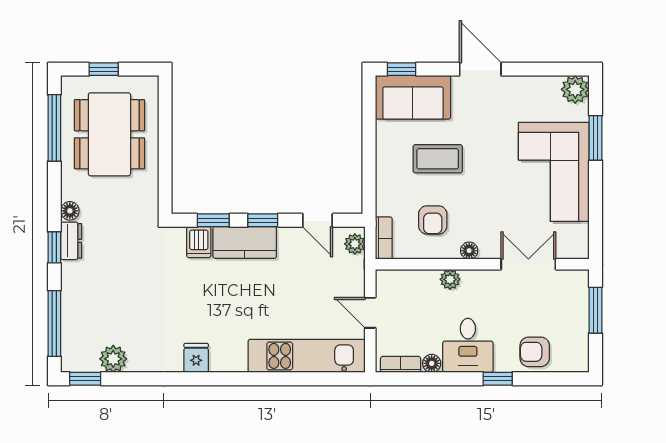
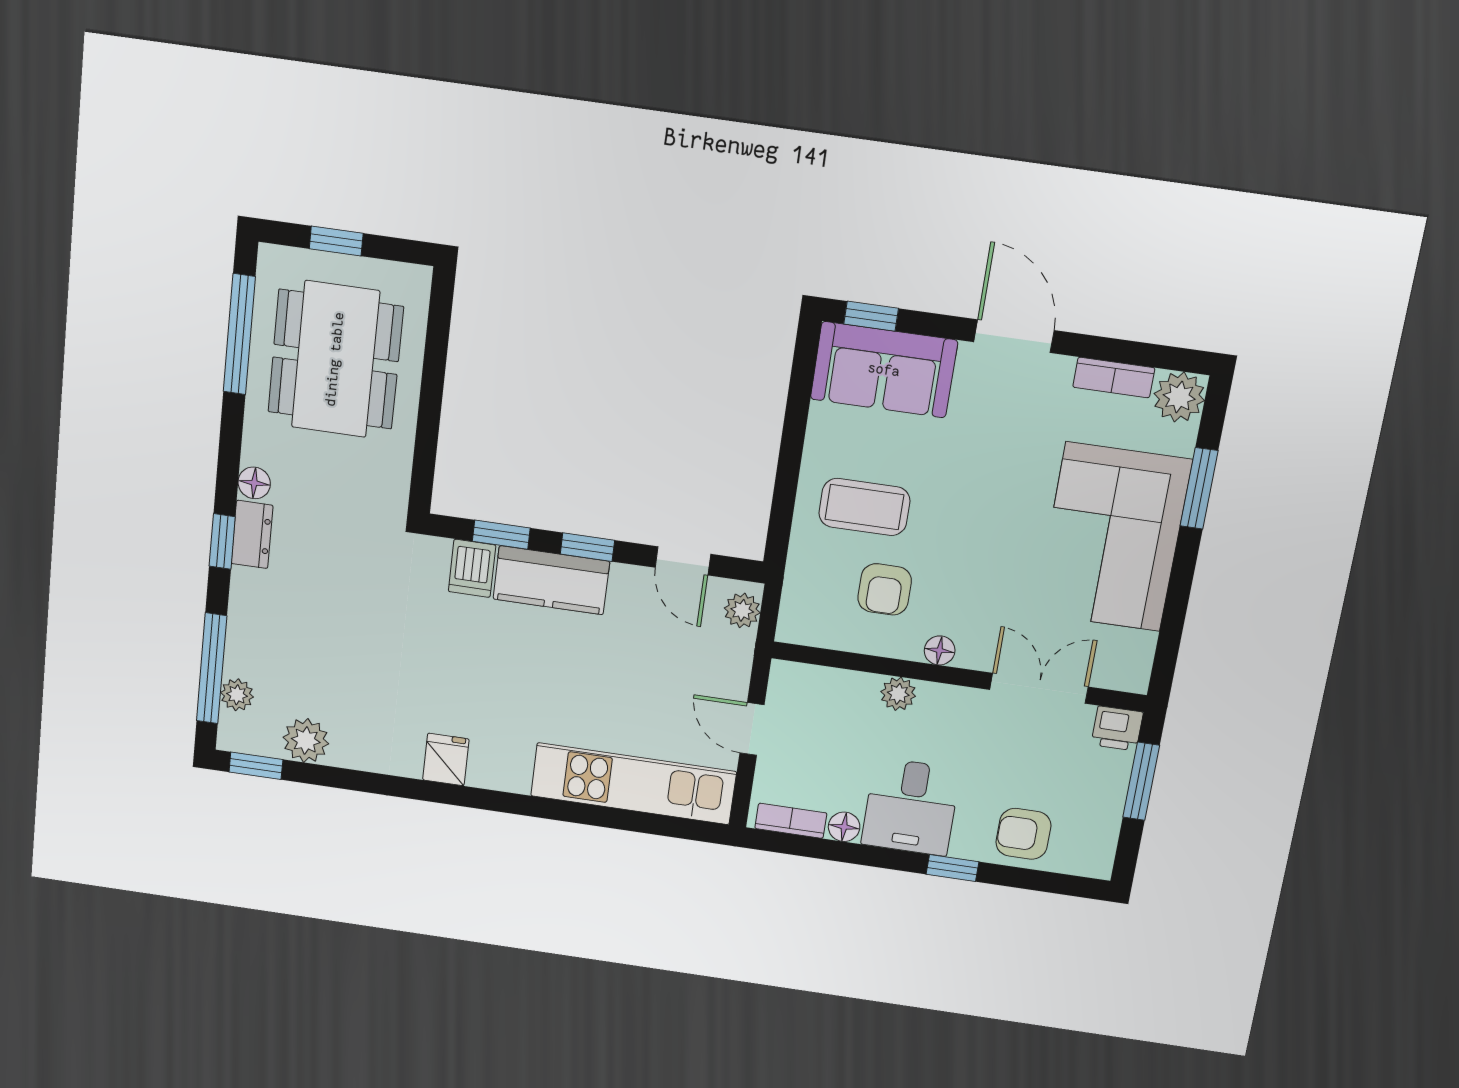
coffee table: (438, 159) -> (864, 507), moved
bookcase: (384, 238) -> (1114, 377), moved, turned 90
printer: (576, 281) -> (1117, 728), added
plant: (70, 337) -> (237, 695), added

